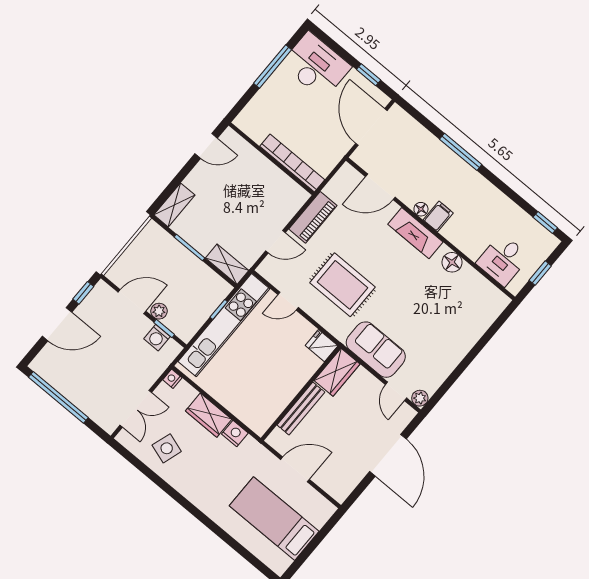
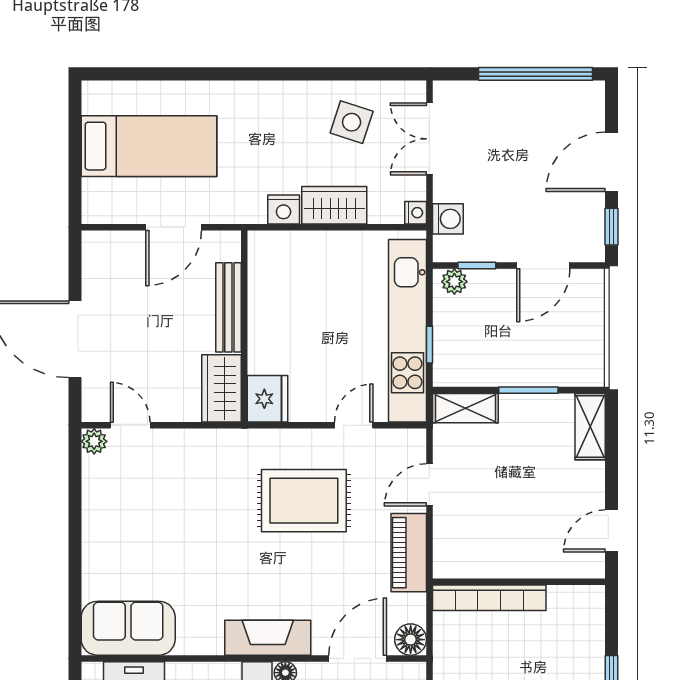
floor lamp: (452, 262) -> (411, 640), moved
plant: (159, 311) -> (454, 282), moved
washing machine: (157, 338) -> (448, 219), moved, turned 90
fridge: (322, 346) -> (267, 399), width x1.38
sofa: (376, 350) -> (128, 628), moved, turned 180

